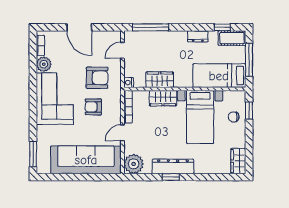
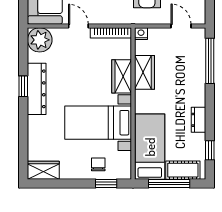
cot: (232, 38) -> (183, 170), moved, turned 90

